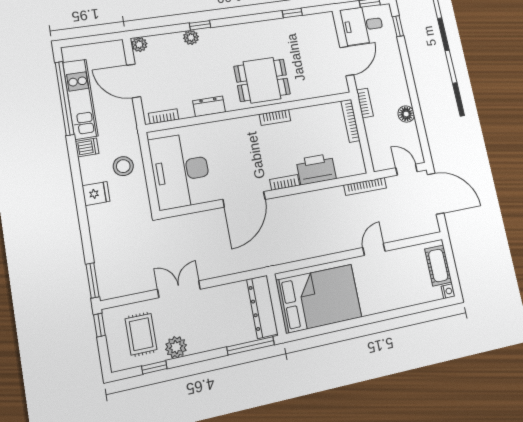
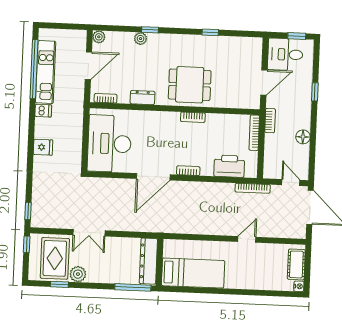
window: (292, 13) -> (210, 32), moved
window: (398, 26) -> (315, 92), moved
door: (134, 81) -> (88, 66), swing flipped
stool: (123, 166) -> (67, 131), removed
printer: (316, 169) -> (229, 166), moved
window: (93, 280) -> (28, 211), width x0.67
double door: (179, 289) -> (89, 233), swing flipped
bed: (319, 299) -> (193, 273), width x0.67
rug: (141, 334) -> (55, 258), width x1.36, depth x1.43

